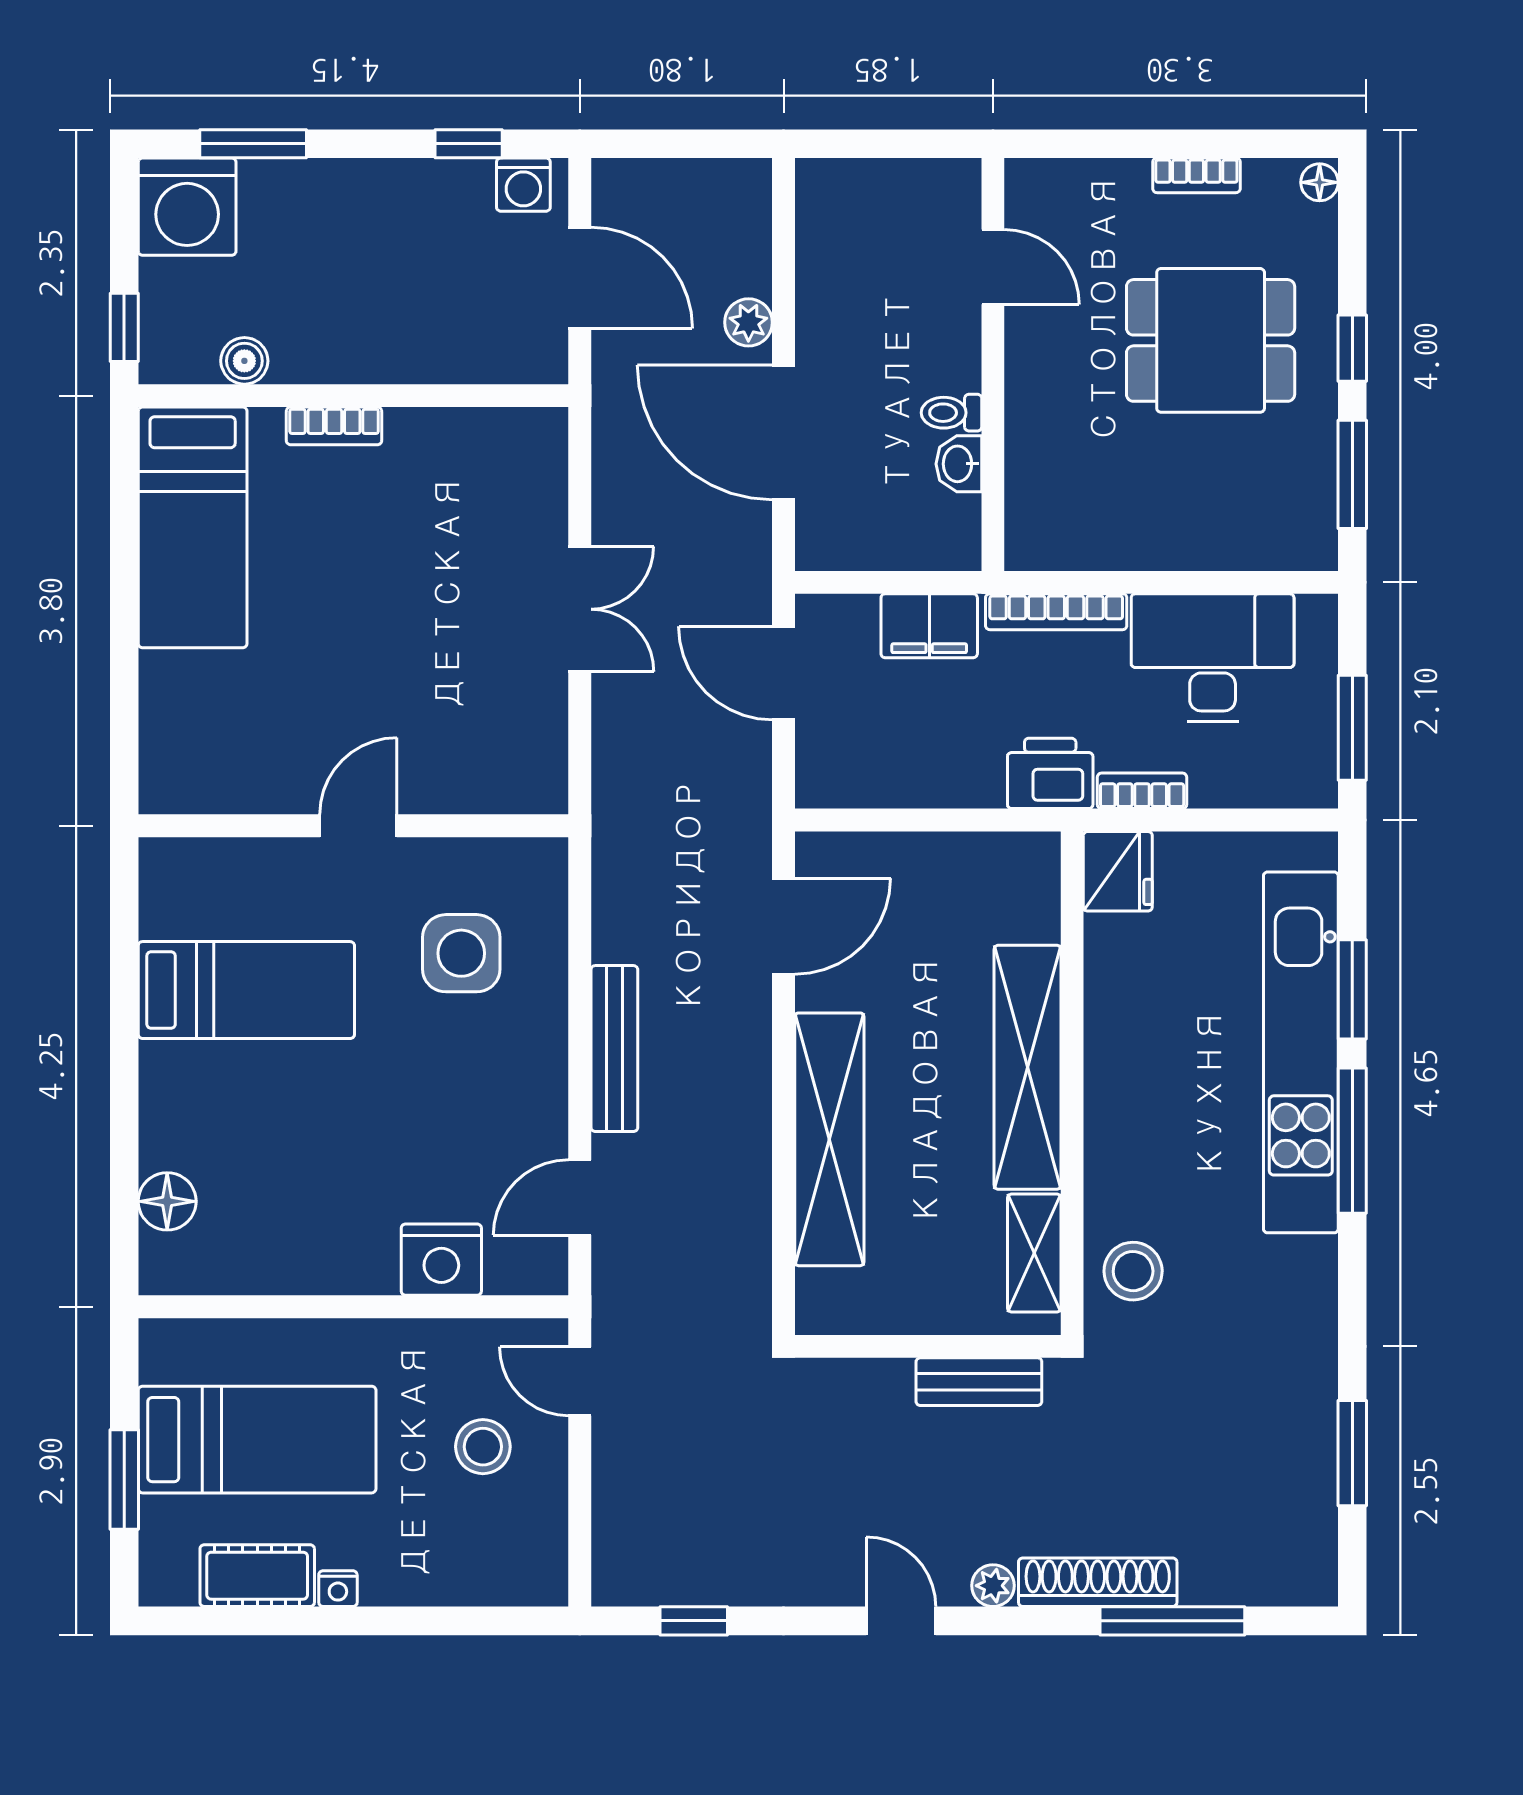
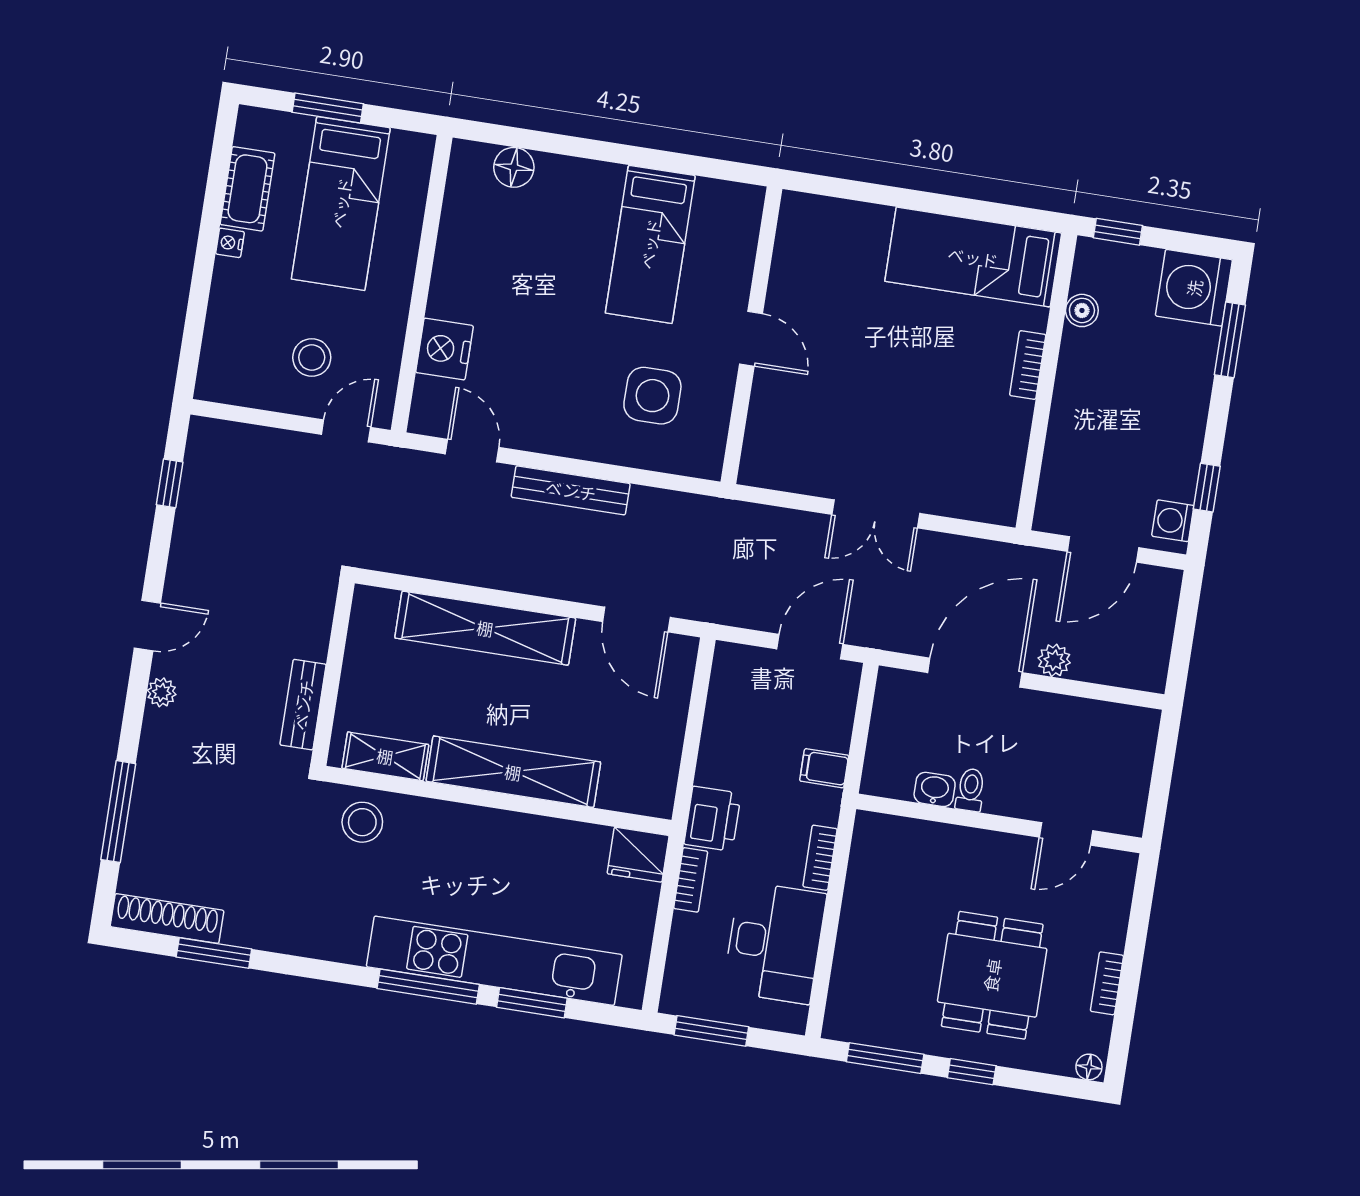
bookcase: (1056, 612) -> (820, 858), width x0.64
filing cabinet: (929, 626) -> (824, 768), width x0.50
shoe rack: (1098, 1582) -> (167, 919), moved, turned -90

